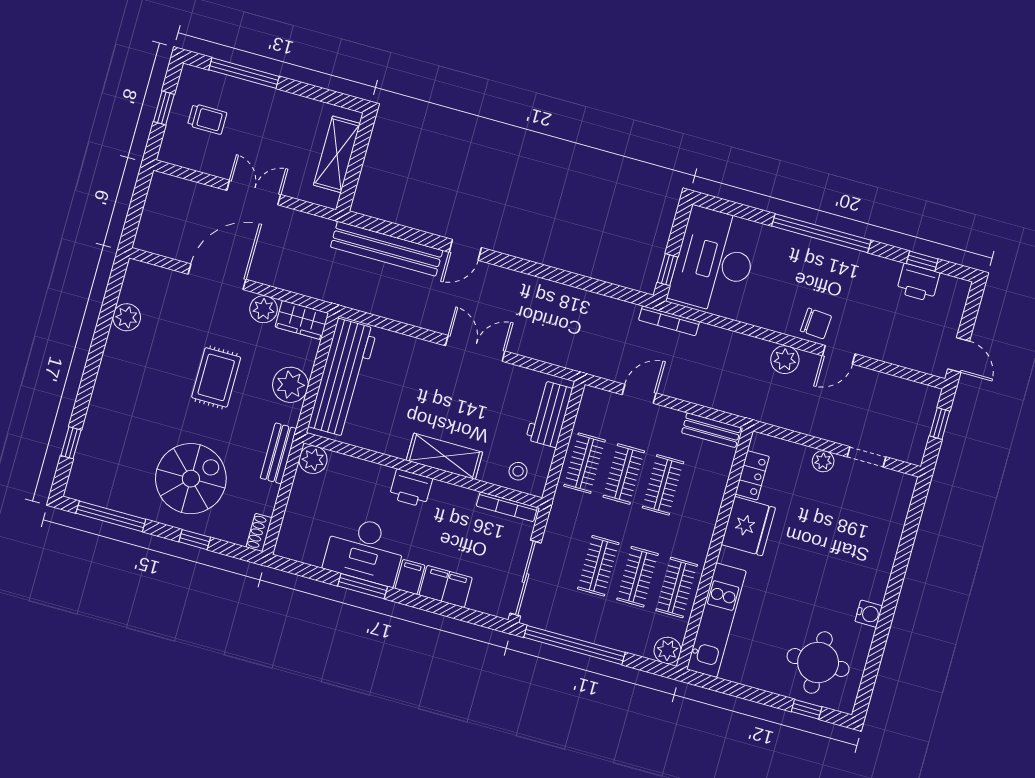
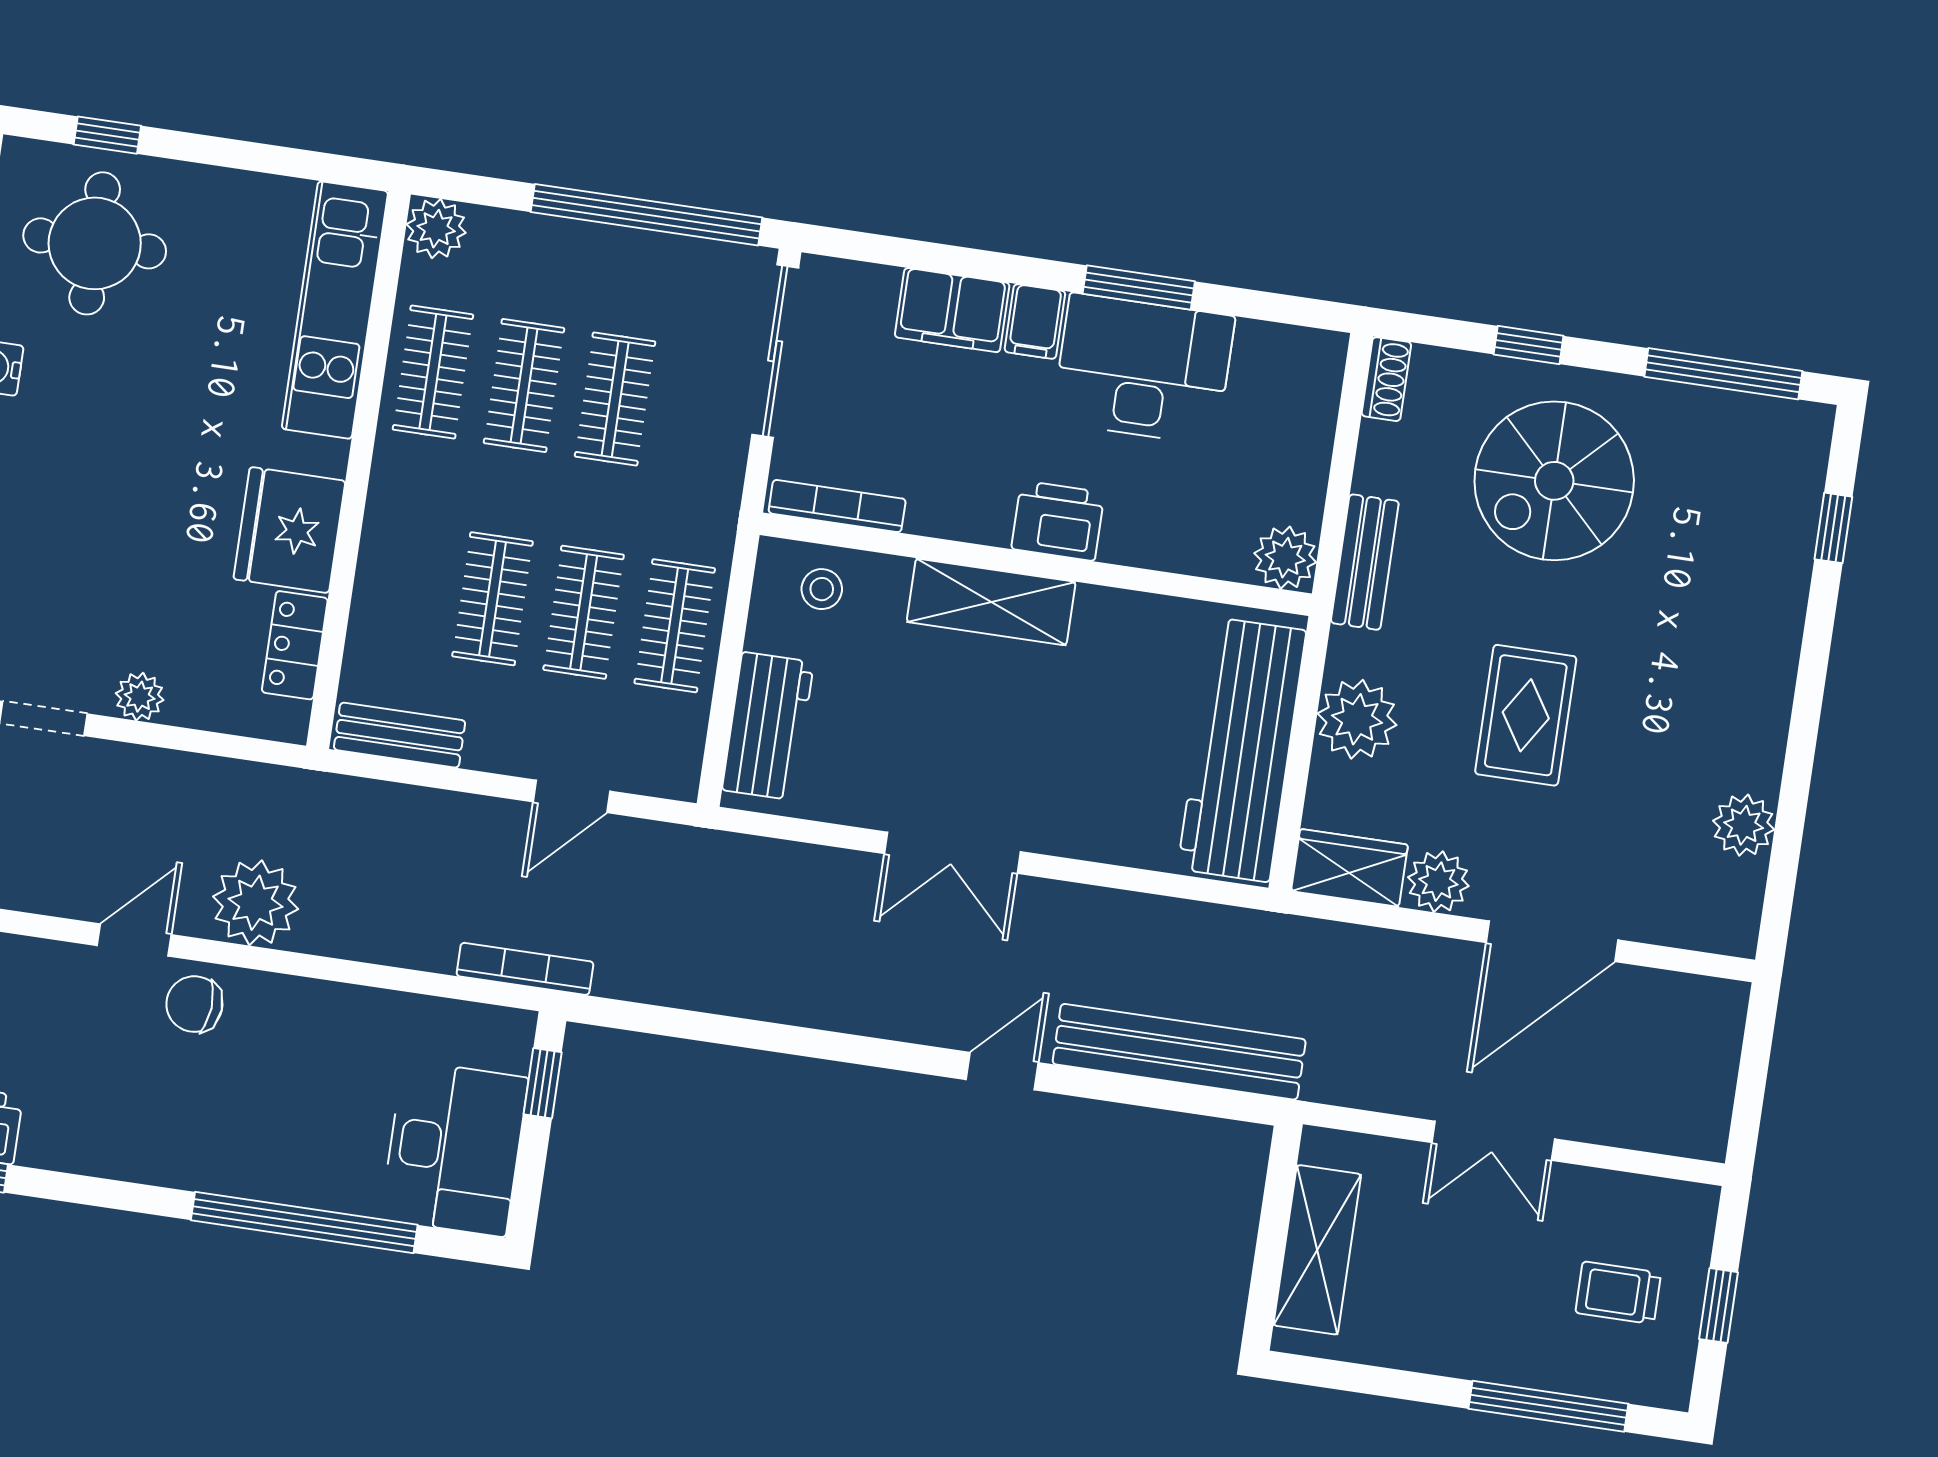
window: (821, 233) -> (304, 1223), moved
desk: (714, 261) -> (454, 1148), width x0.73, depth x0.77
plant: (785, 360) -> (256, 903), width x1.36, depth x1.36

